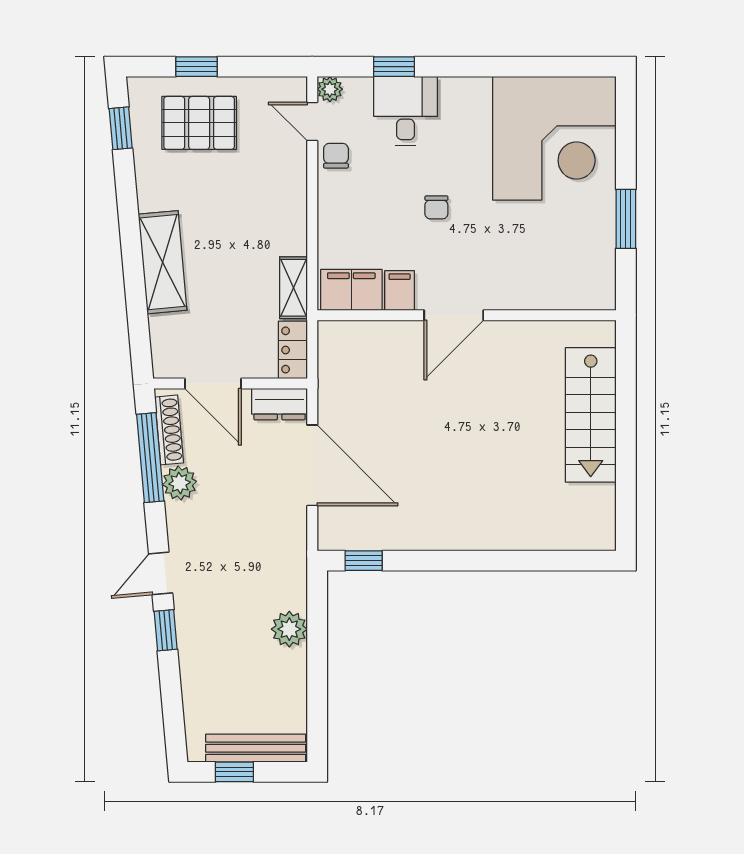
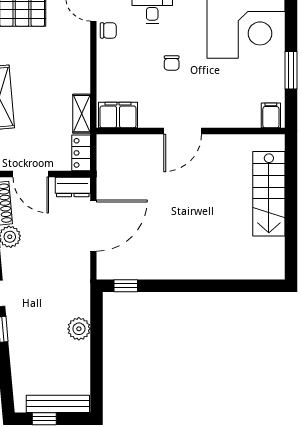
chair: (336, 156) -> (108, 30), turned 90
filing cabinet: (400, 291) -> (271, 115), moved
door: (312, 465) -> (93, 226), hinge flipped

